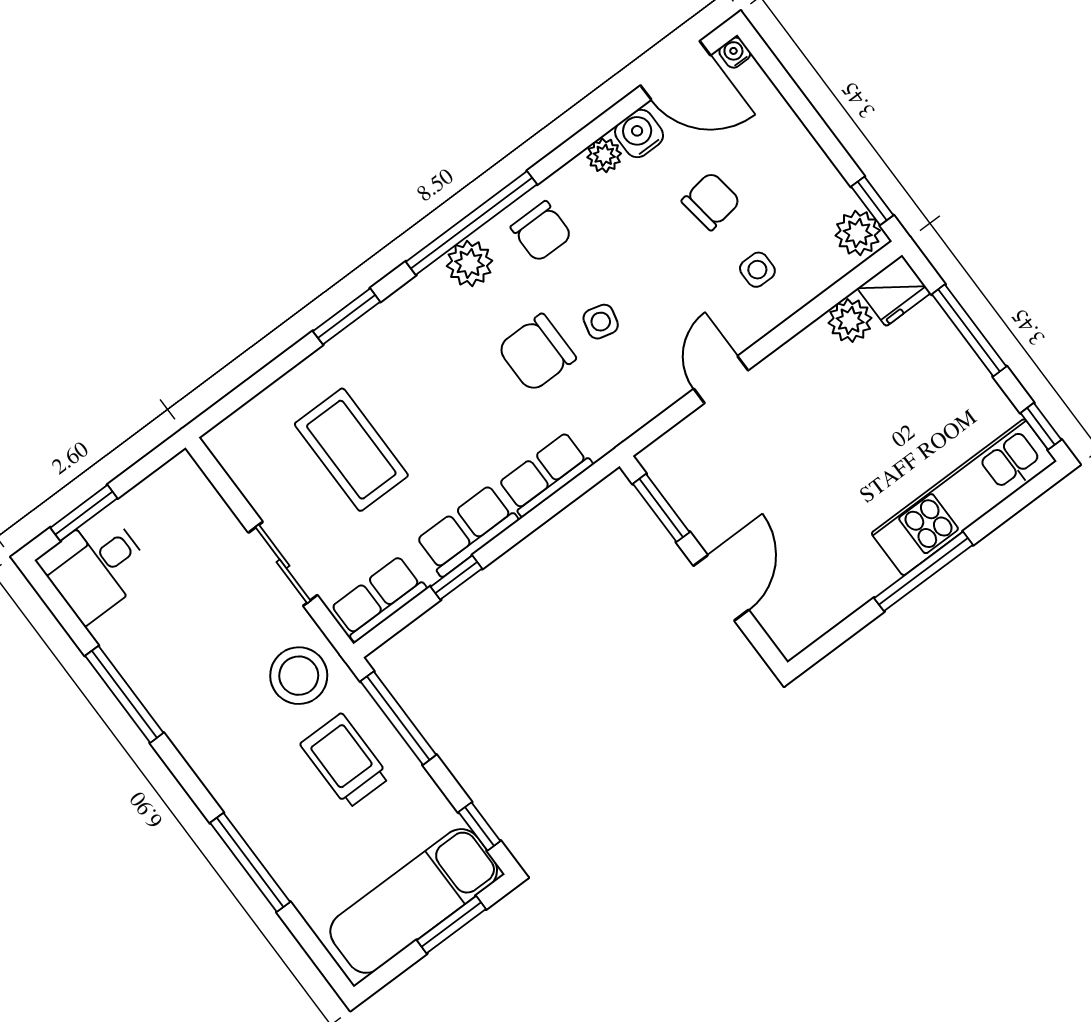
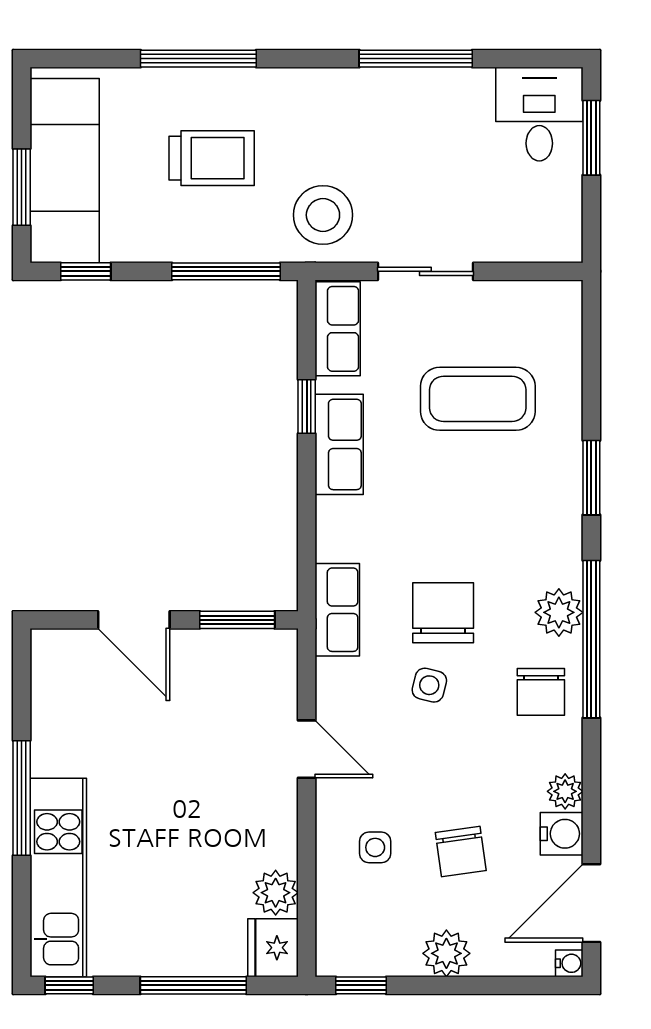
chair: (541, 231) -> (541, 692), turned -90
plant: (858, 233) -> (446, 953), moved
row of seats: (545, 474) -> (337, 610), moved
trolley: (345, 761) -> (212, 158), moved

